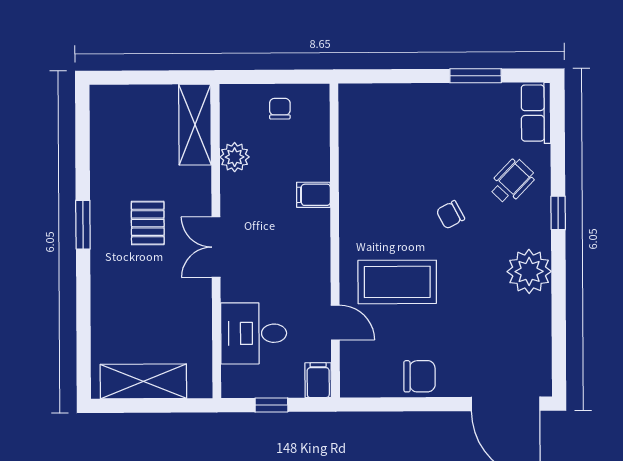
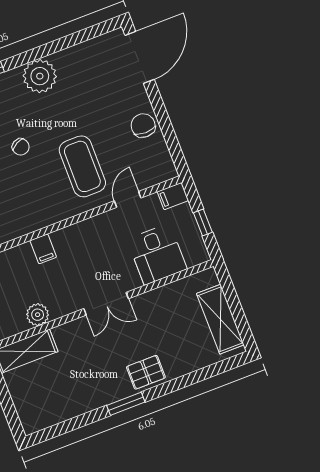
pallet: (148, 223) -> (146, 372), moved

